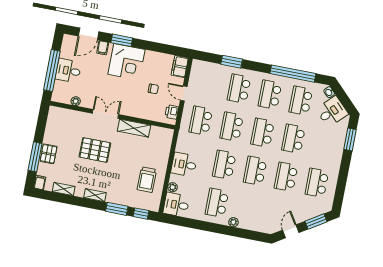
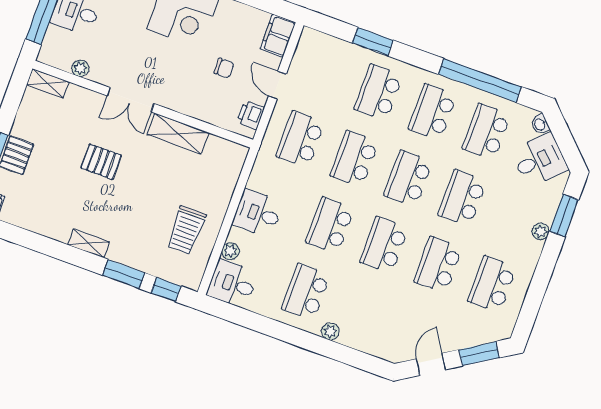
double door: (105, 114) -> (131, 100), swing flipped
pallet: (95, 150) -> (101, 162), width x0.67, depth x0.71
plant: (339, 150) -> (541, 231), added
shelving: (64, 189) -> (48, 83), moved

